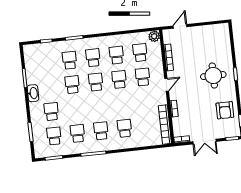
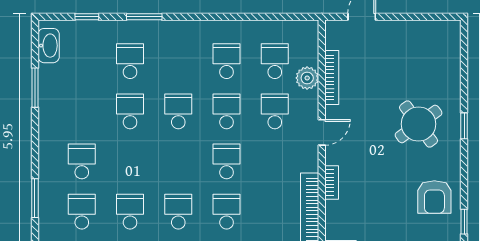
plant: (154, 36) -> (307, 78), moved
school desk: (93, 58) -> (227, 161), moved
round table: (213, 76) -> (419, 124), turned -36
washbasin: (33, 93) -> (49, 46), moved

